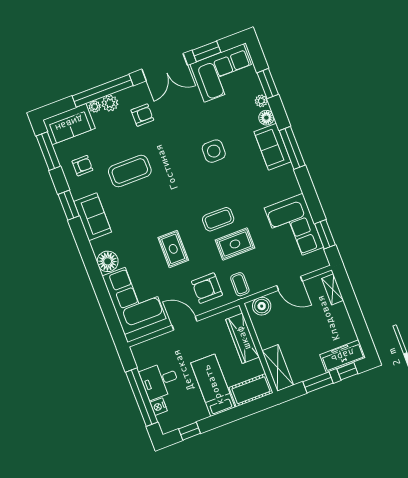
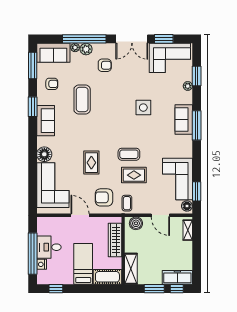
floor lamp: (266, 118) -> (187, 206), moved
coffee table: (130, 171) -> (82, 100), turned 90

